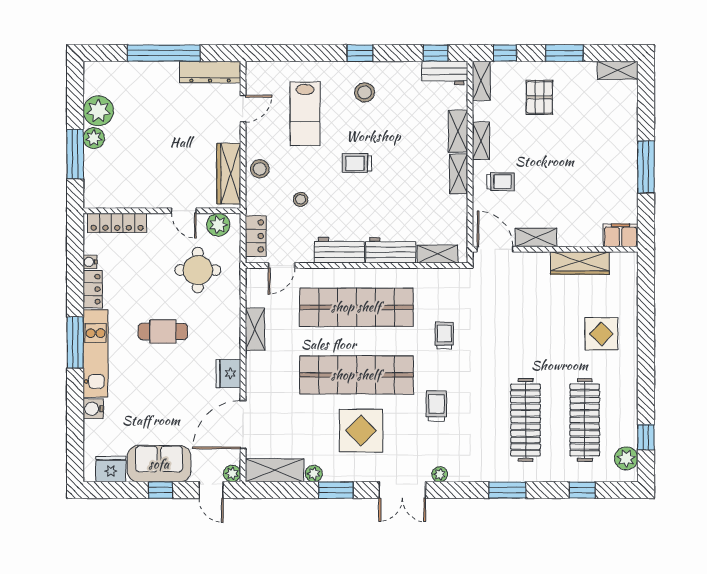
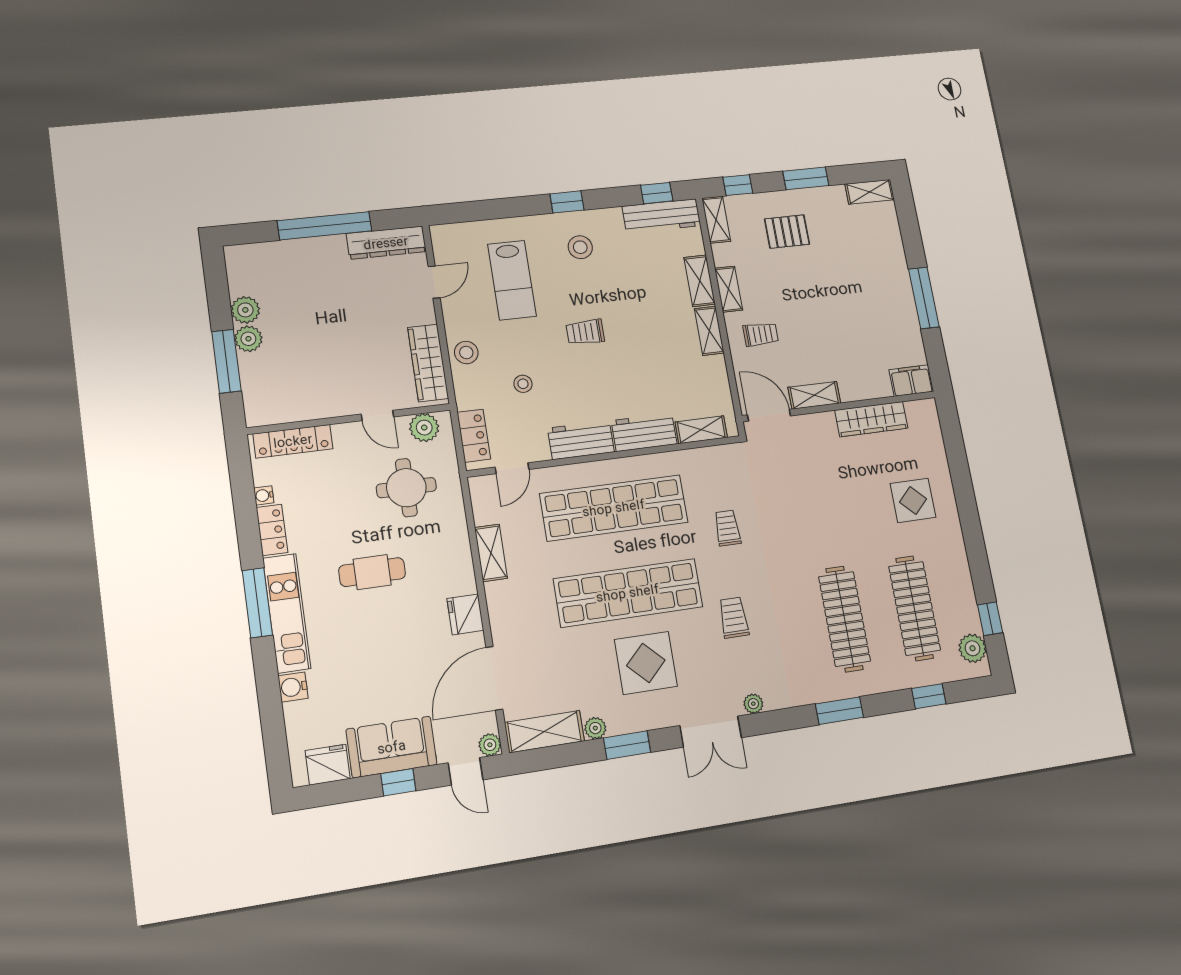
workbench: (445, 73) -> (662, 216), width x1.38
pallet: (539, 97) -> (787, 232), turned 90
plant: (98, 111) -> (245, 310), width x0.73, depth x0.73

